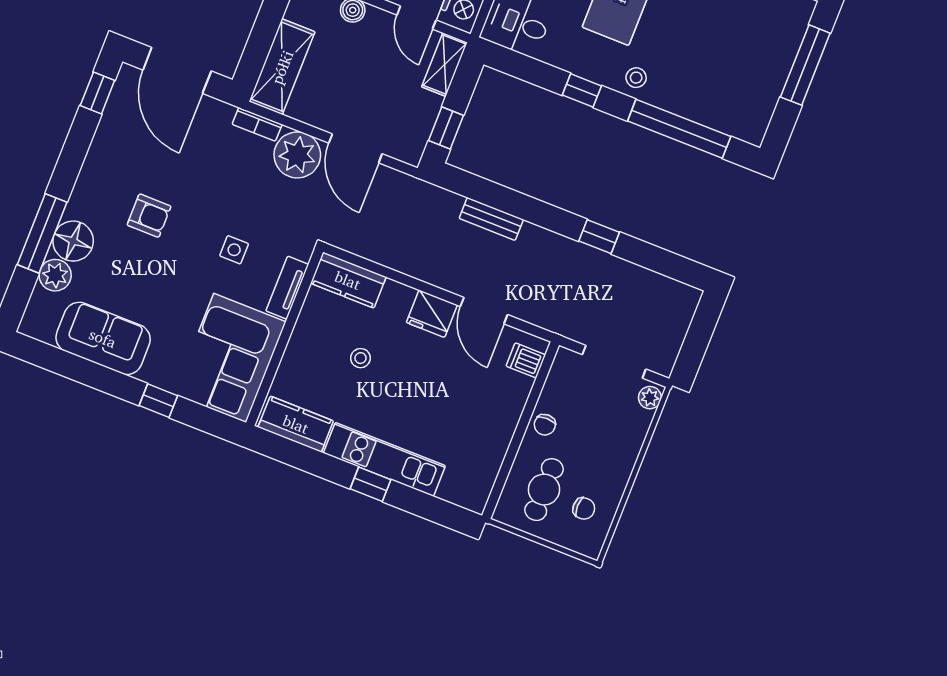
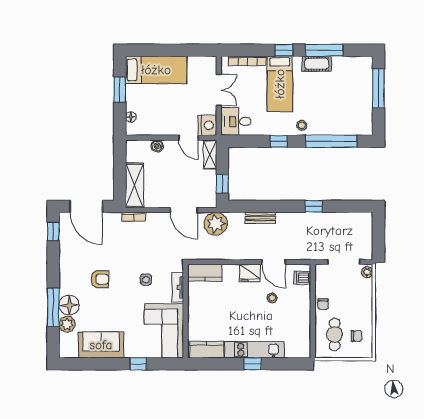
plant: (297, 155) -> (216, 224), moved
stool: (361, 358) -> (272, 298), moved

